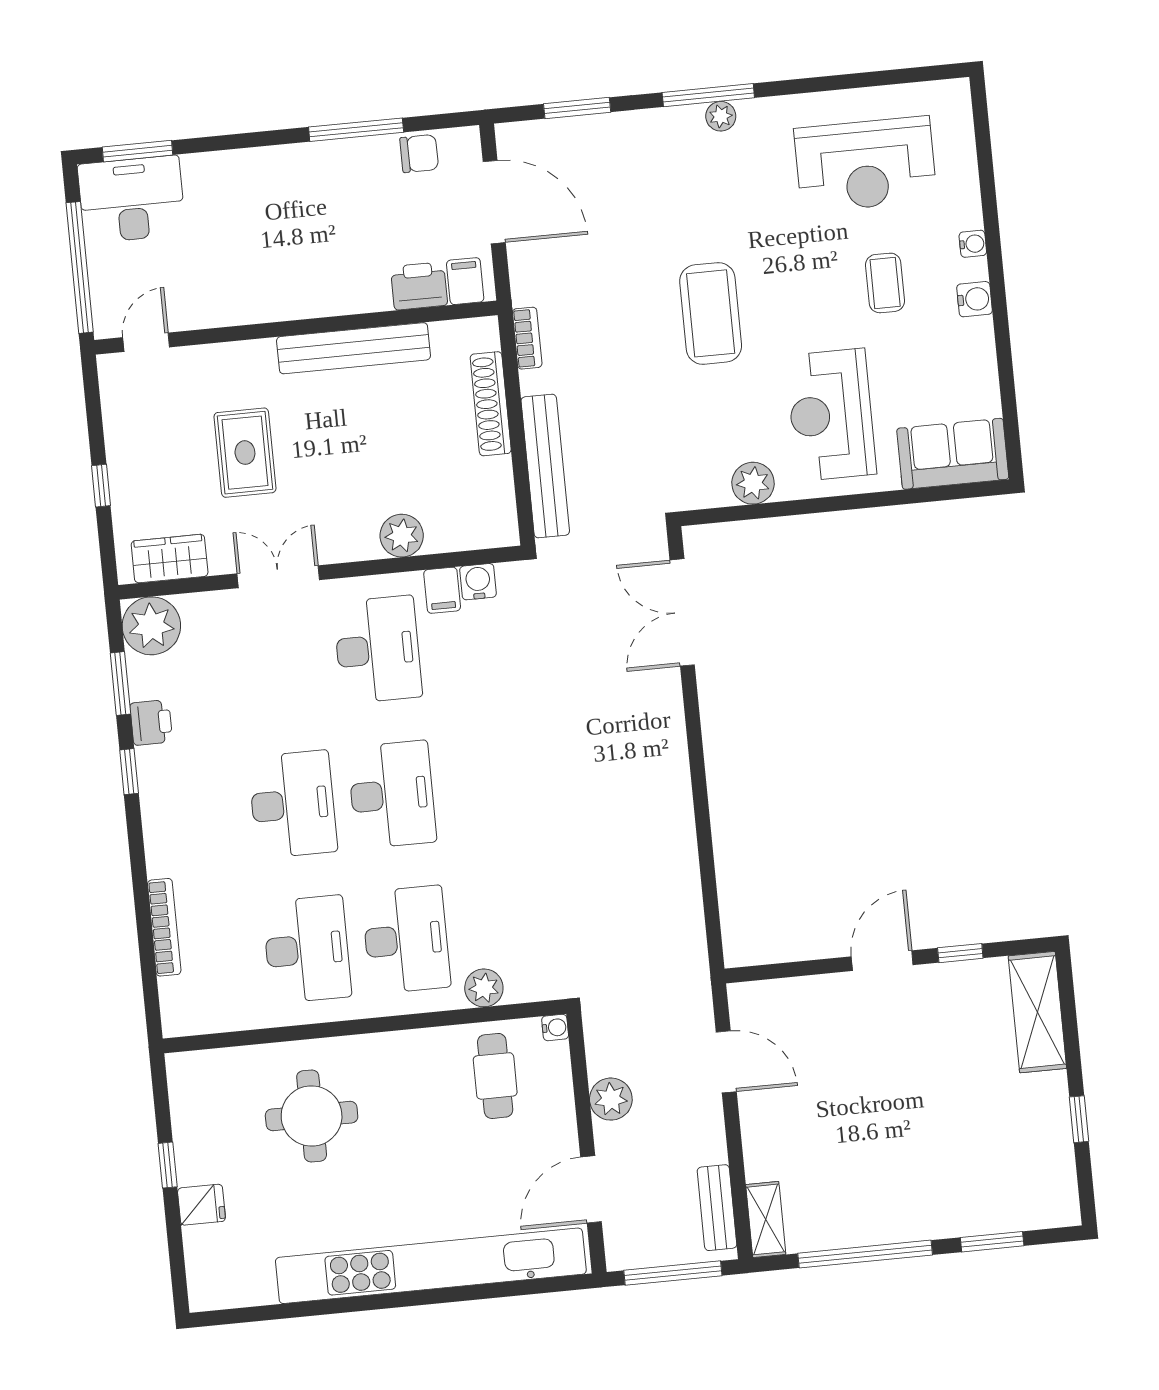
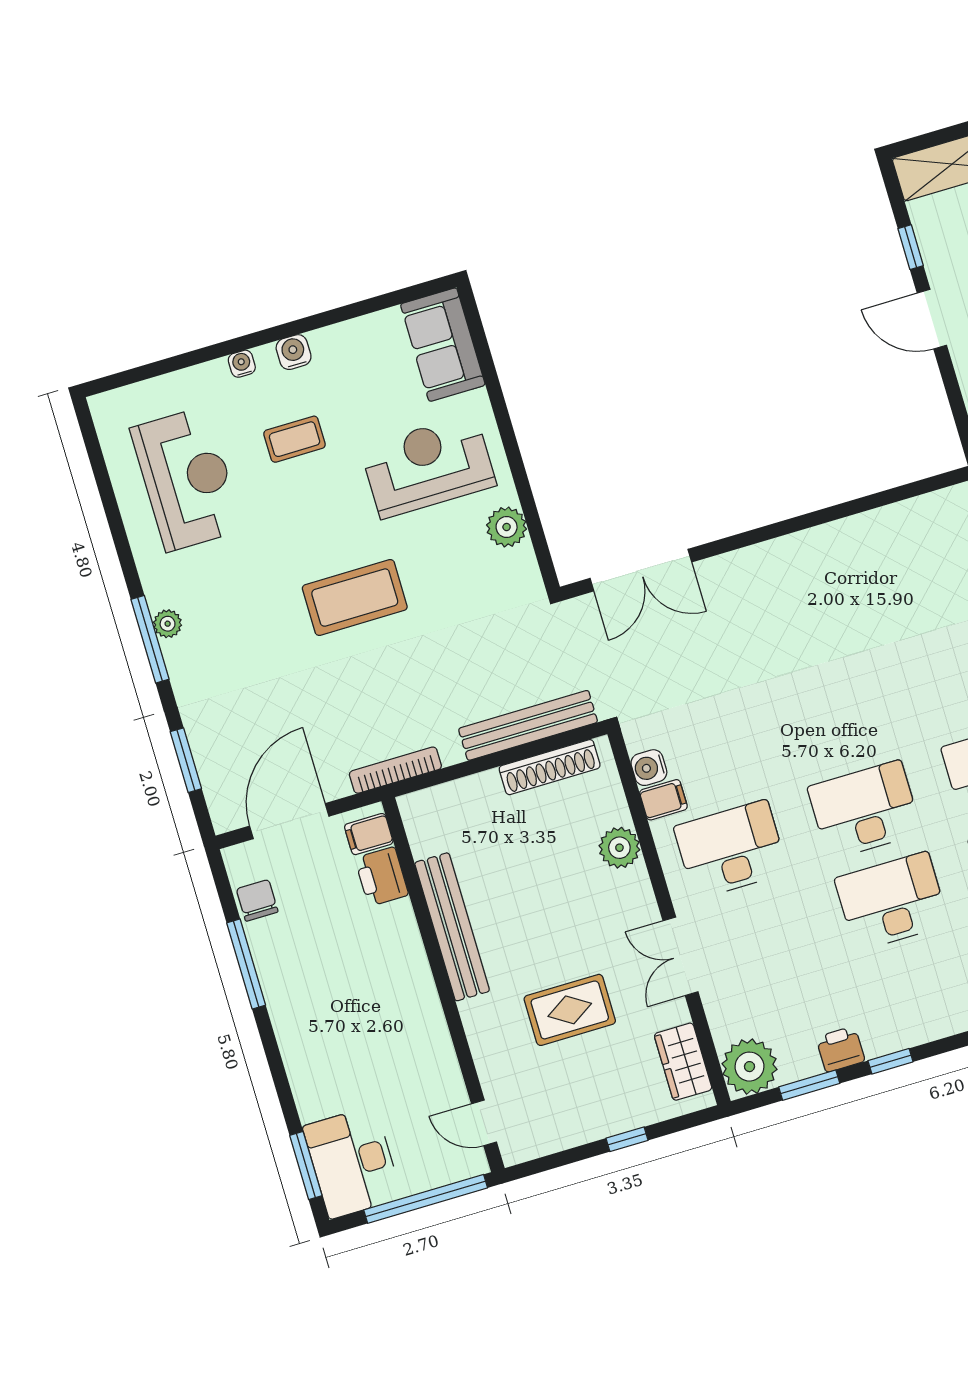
bookcase: (527, 338) -> (395, 770), width x1.56
shoe rack: (491, 404) -> (550, 767), moved
reception desk: (831, 415) -> (428, 466), turned 180

